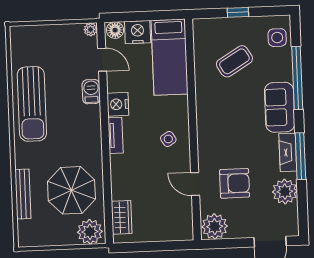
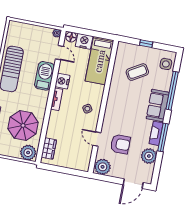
barbecue: (91, 92) -> (44, 76), width x1.88, depth x1.53

